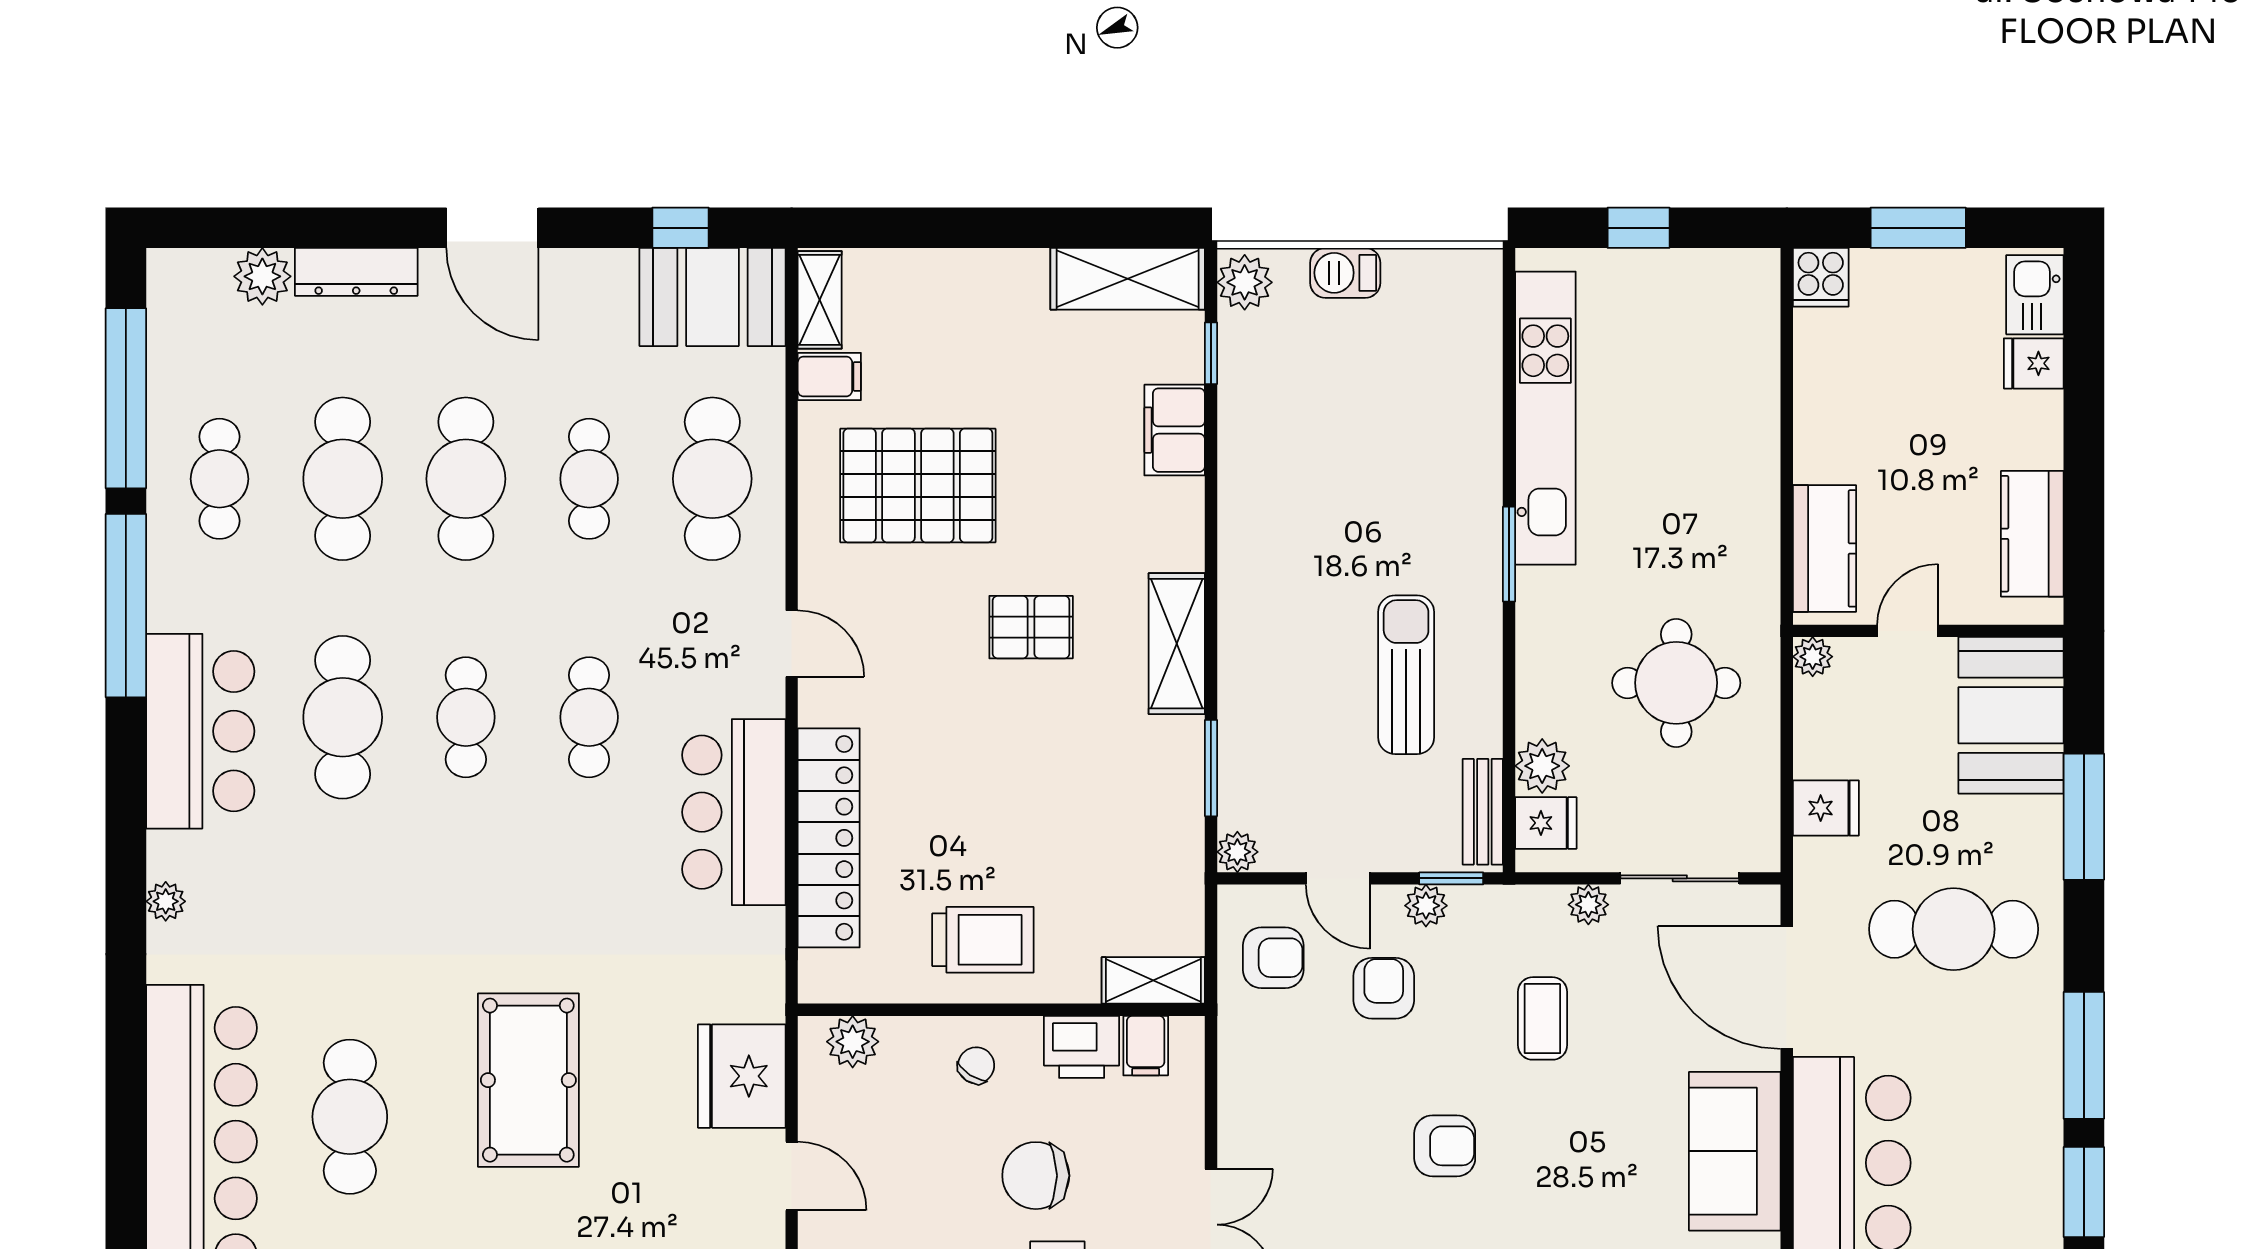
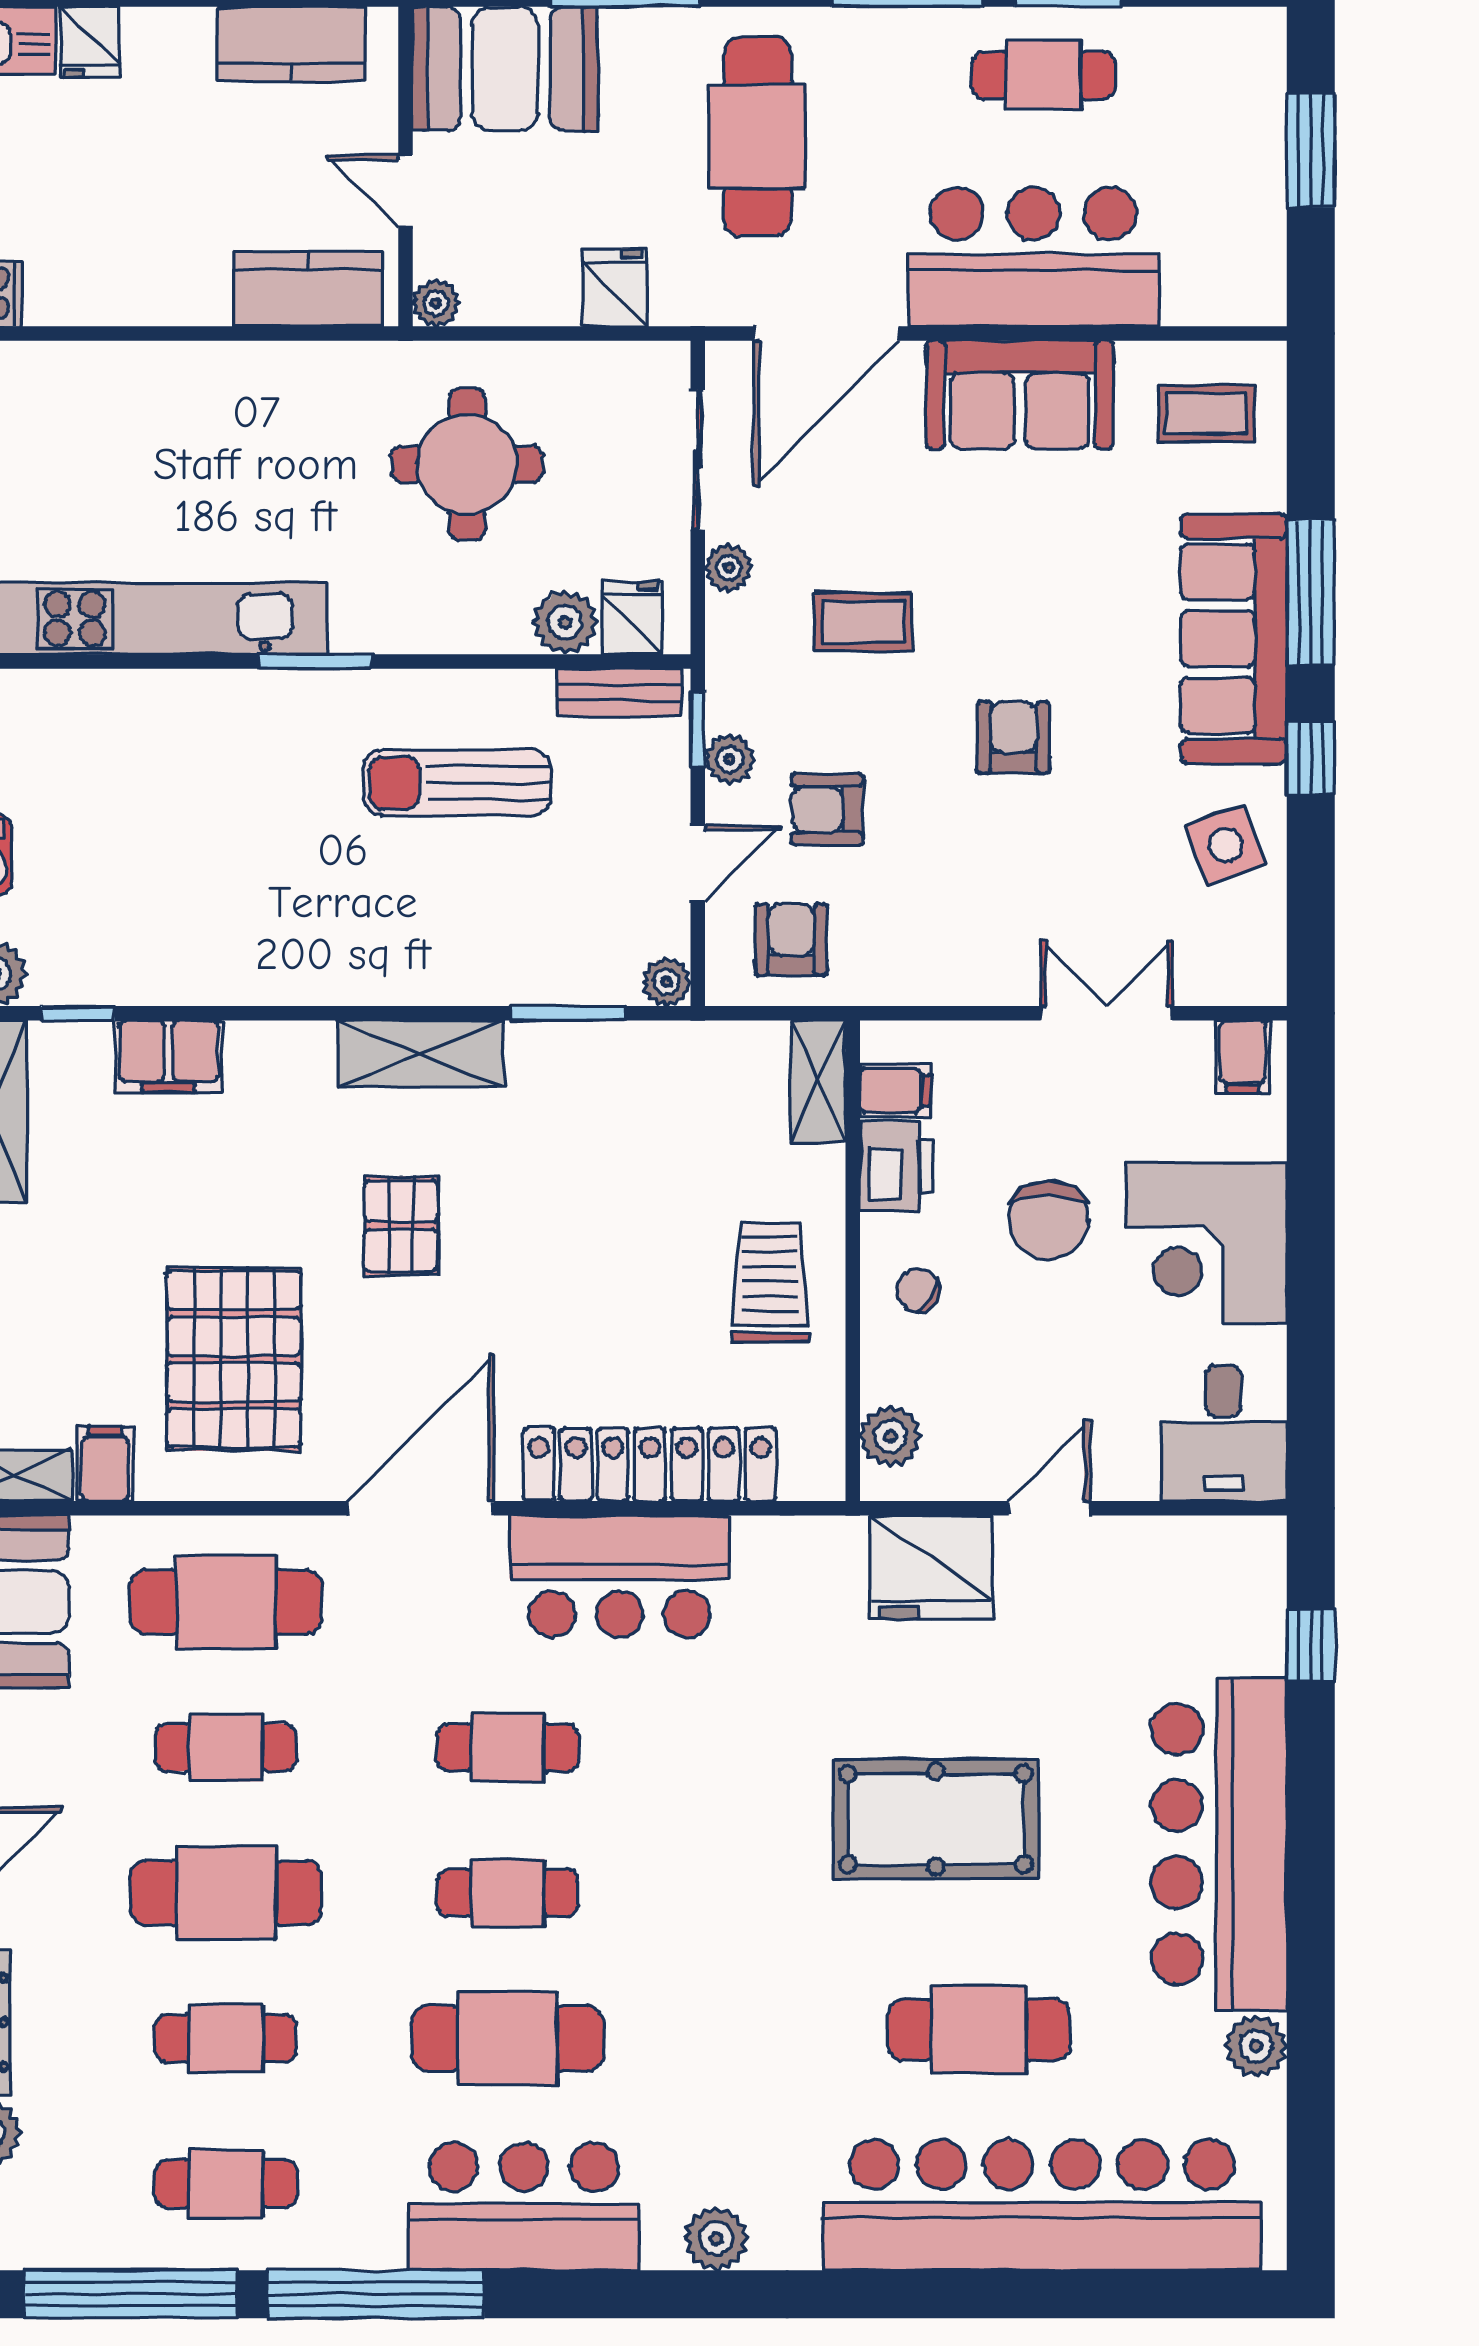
cafe table: (343, 479) -> (226, 2038), width x0.73, depth x0.74
door: (792, 644) -> (421, 1508), width x1.88
plant: (166, 901) -> (716, 2239), width x1.38, depth x1.38
cafe table: (2005, 1171) -> (1044, 75), added

